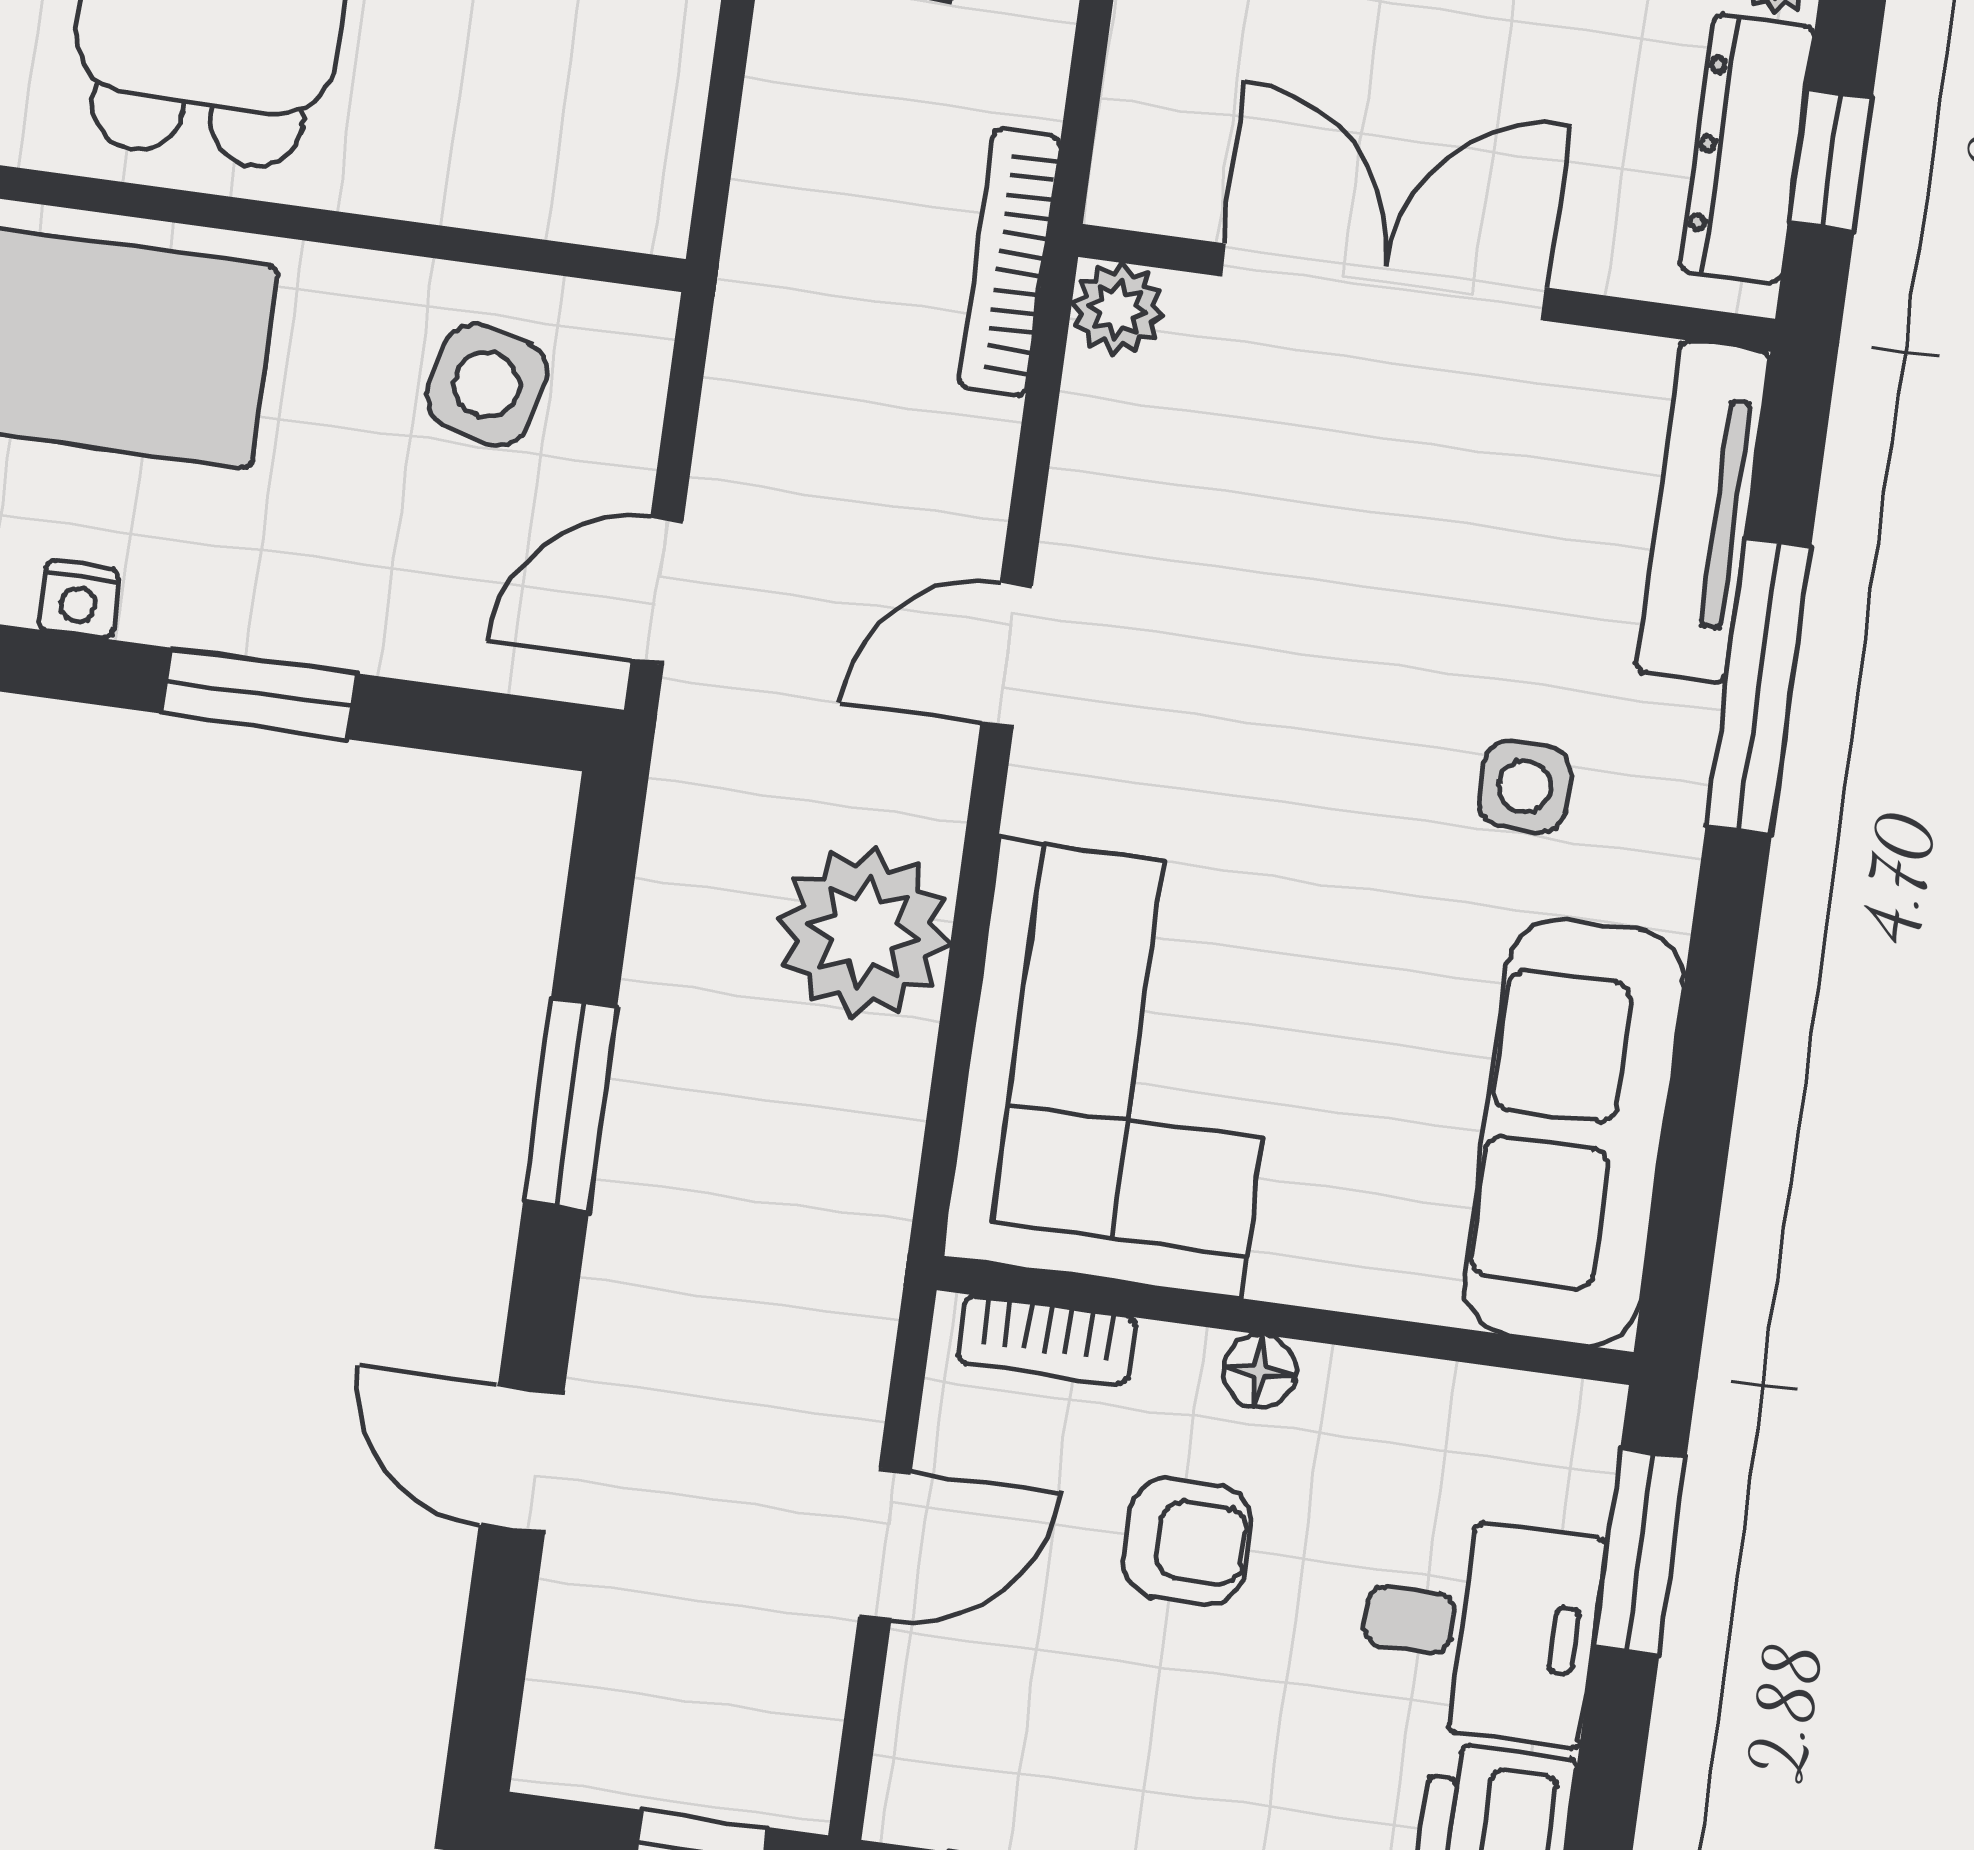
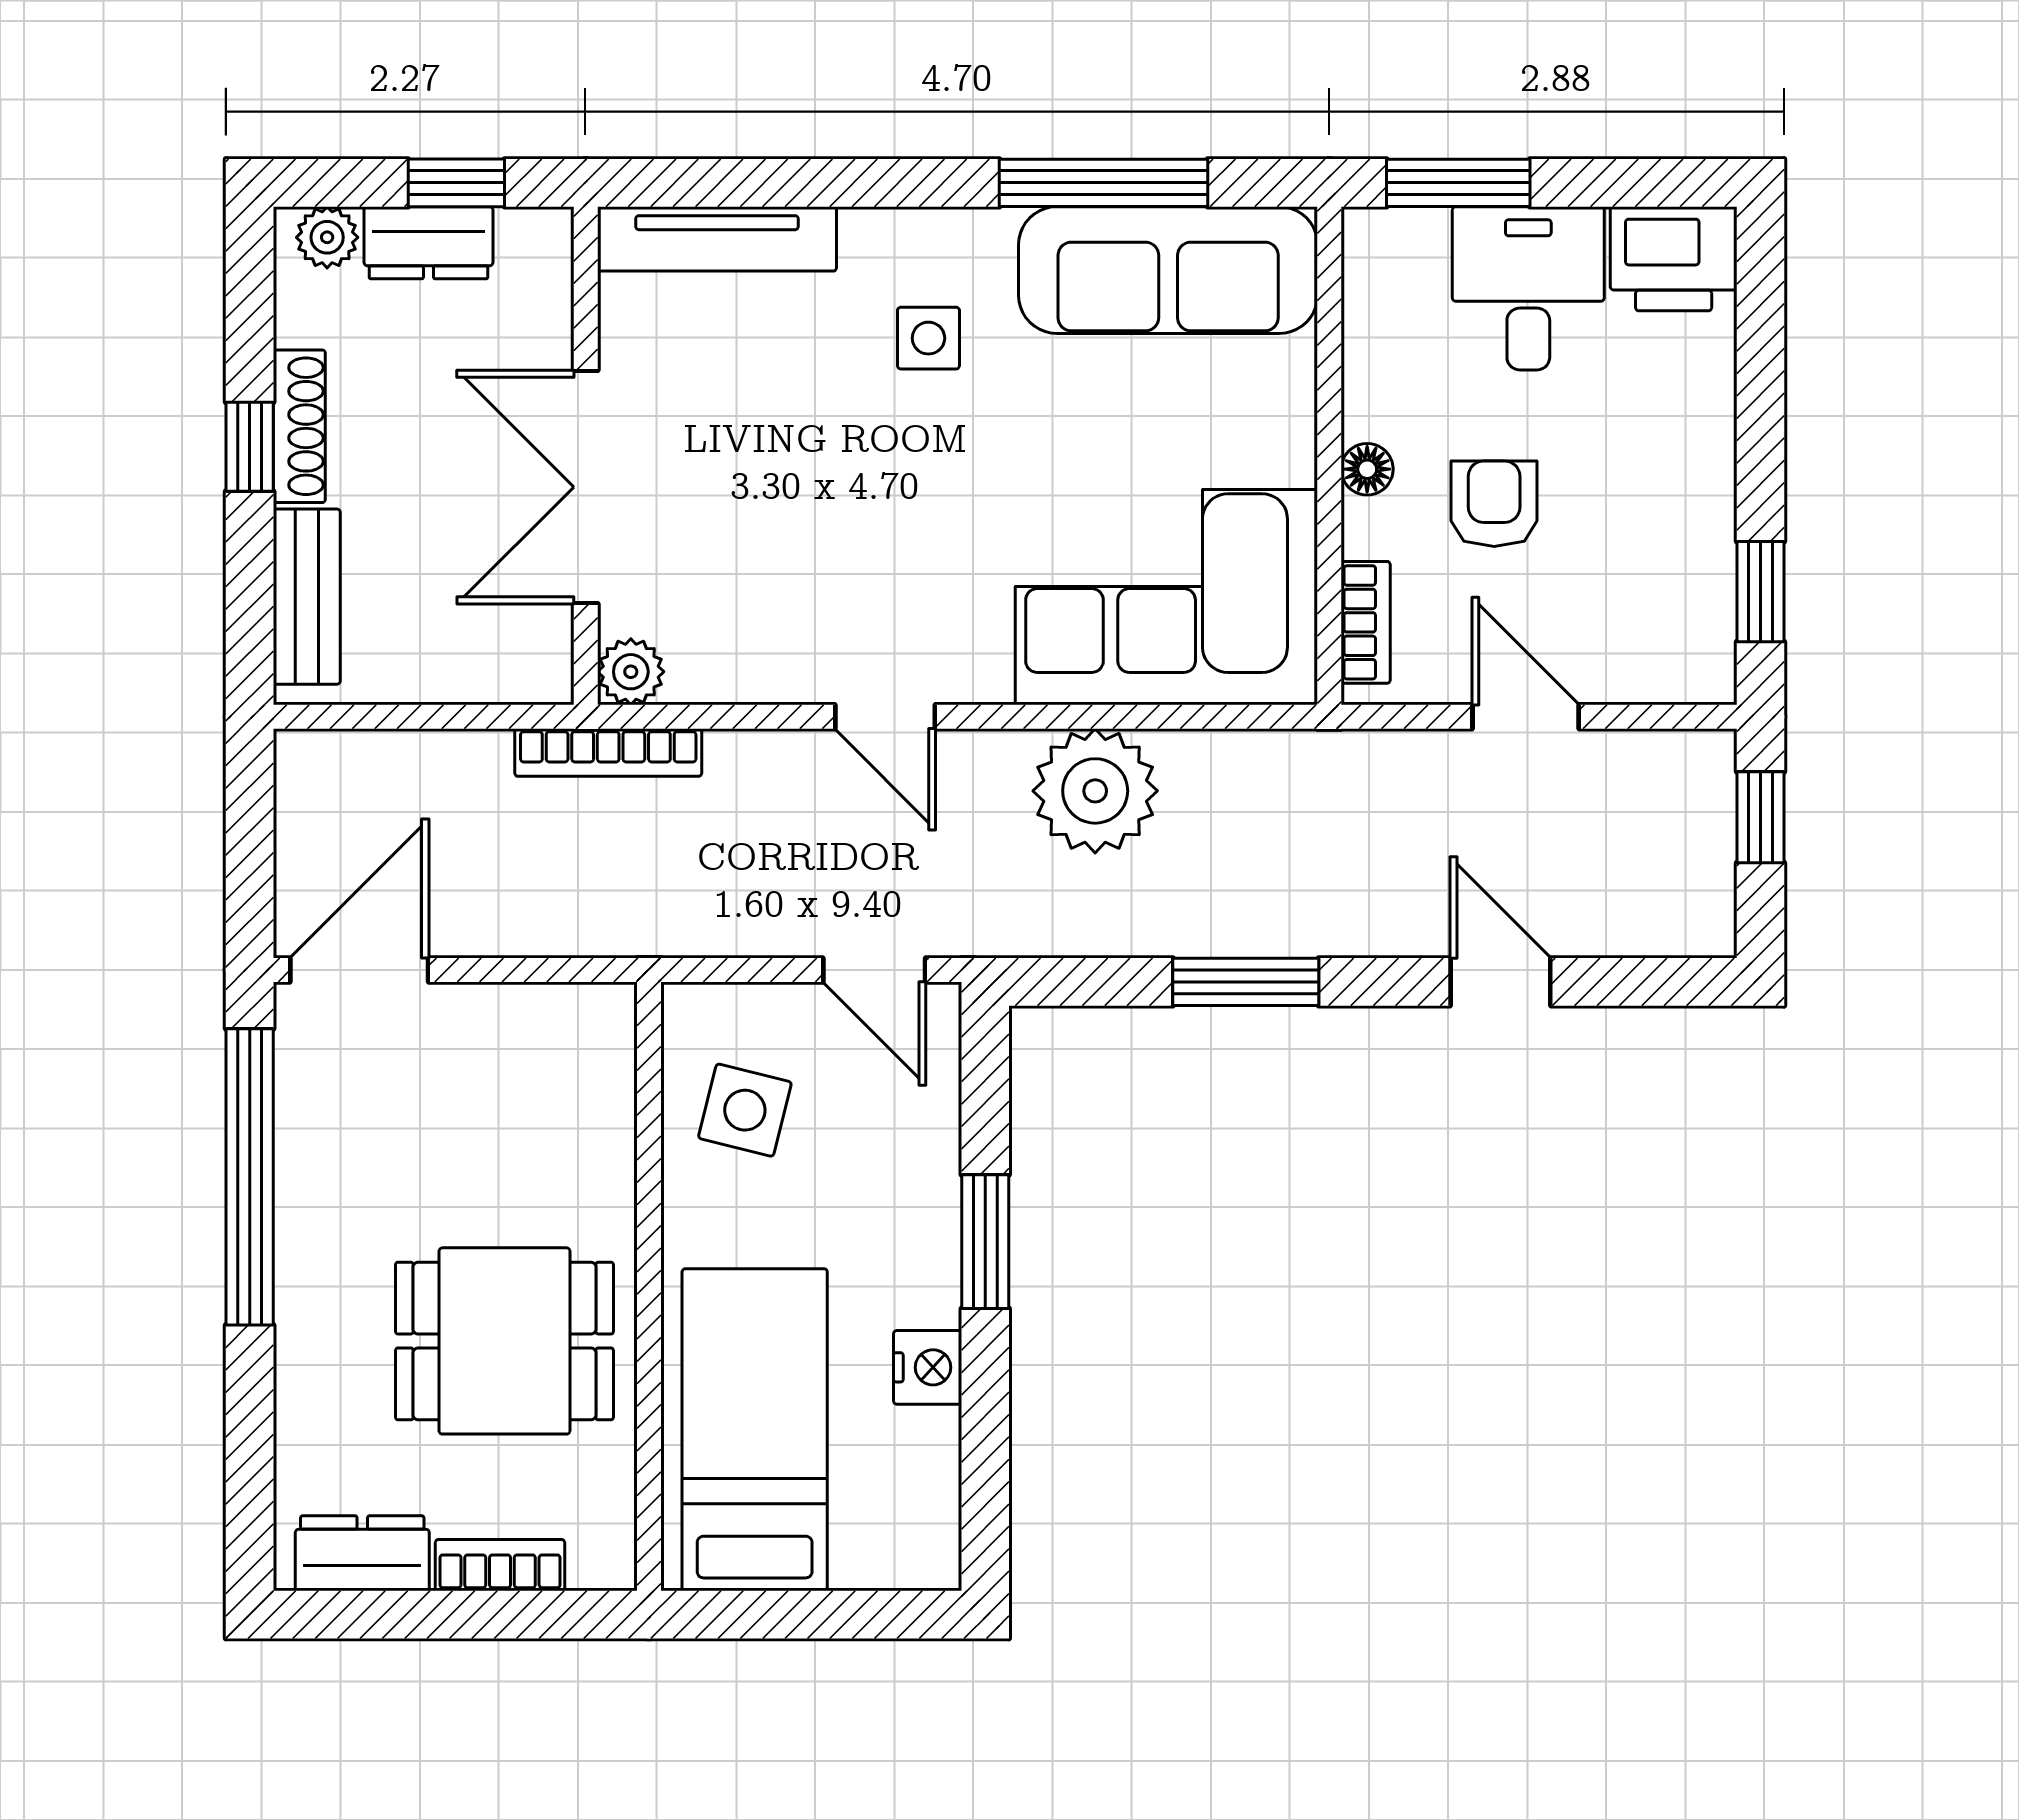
dresser: (1747, 149) -> (428, 243), width x0.70
nightstand: (79, 600) -> (928, 1367), width x1.39, depth x1.35
window: (1758, 687) -> (1104, 183), moved
door: (521, 1459) -> (1501, 982), swing flipped

